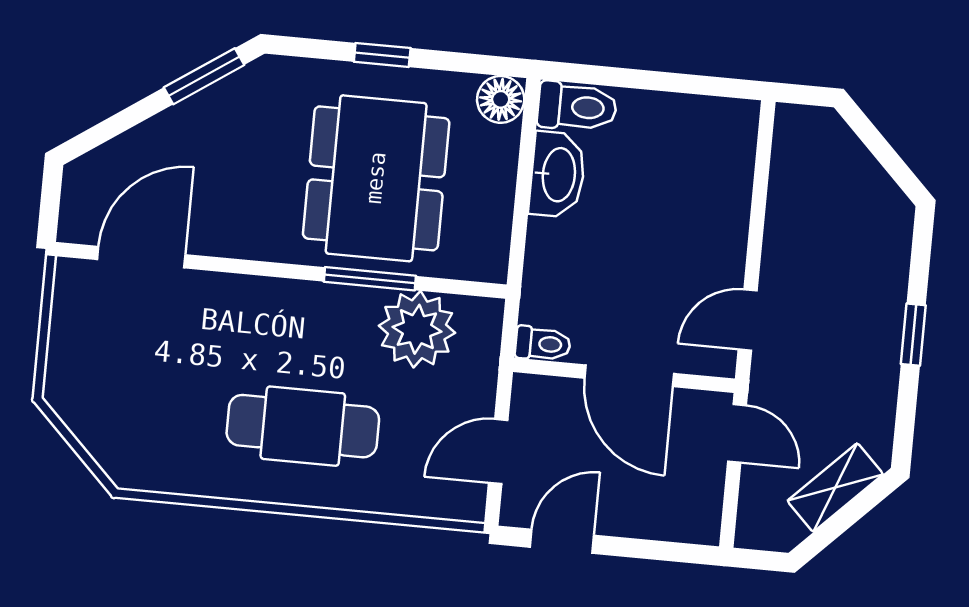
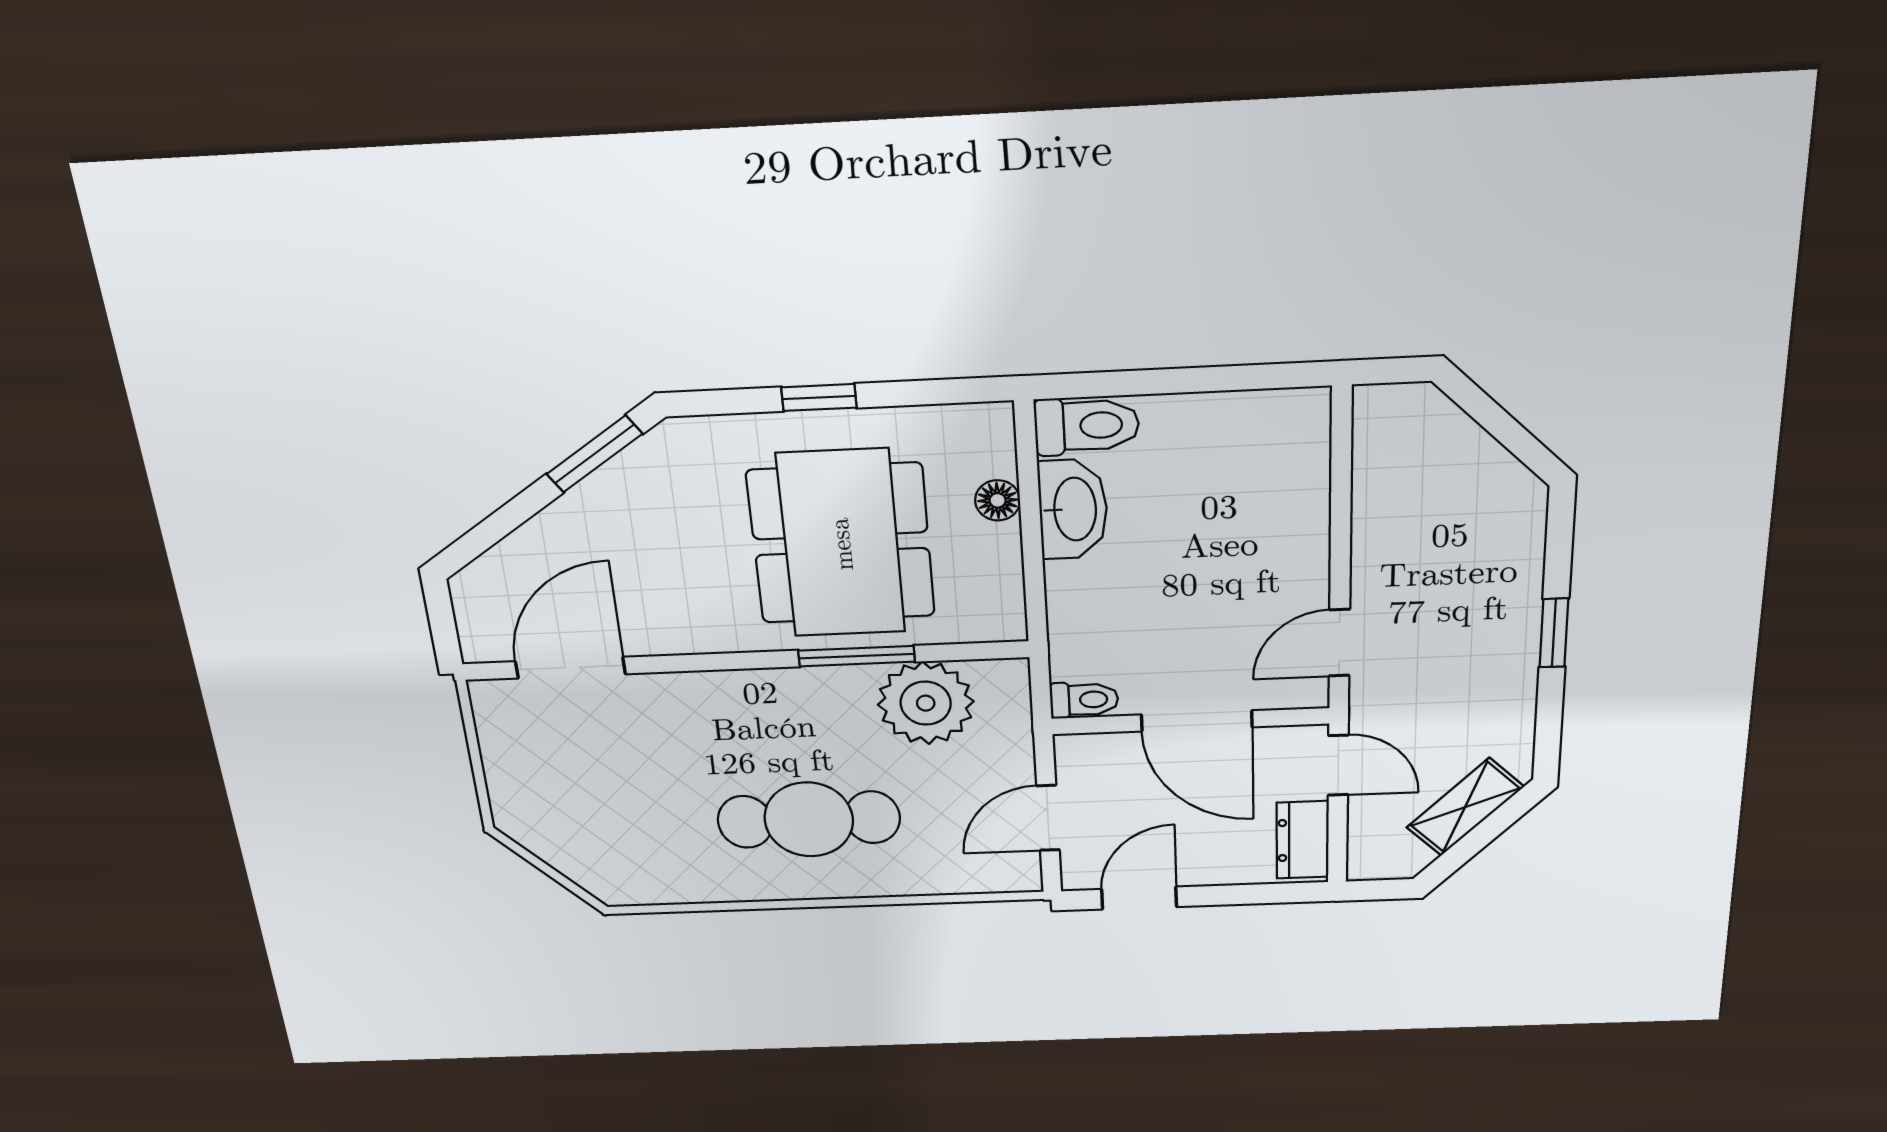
floor lamp: (501, 99) -> (998, 500), moved, width x0.73, depth x0.73
dresser: (702, 502) -> (1303, 840), added

